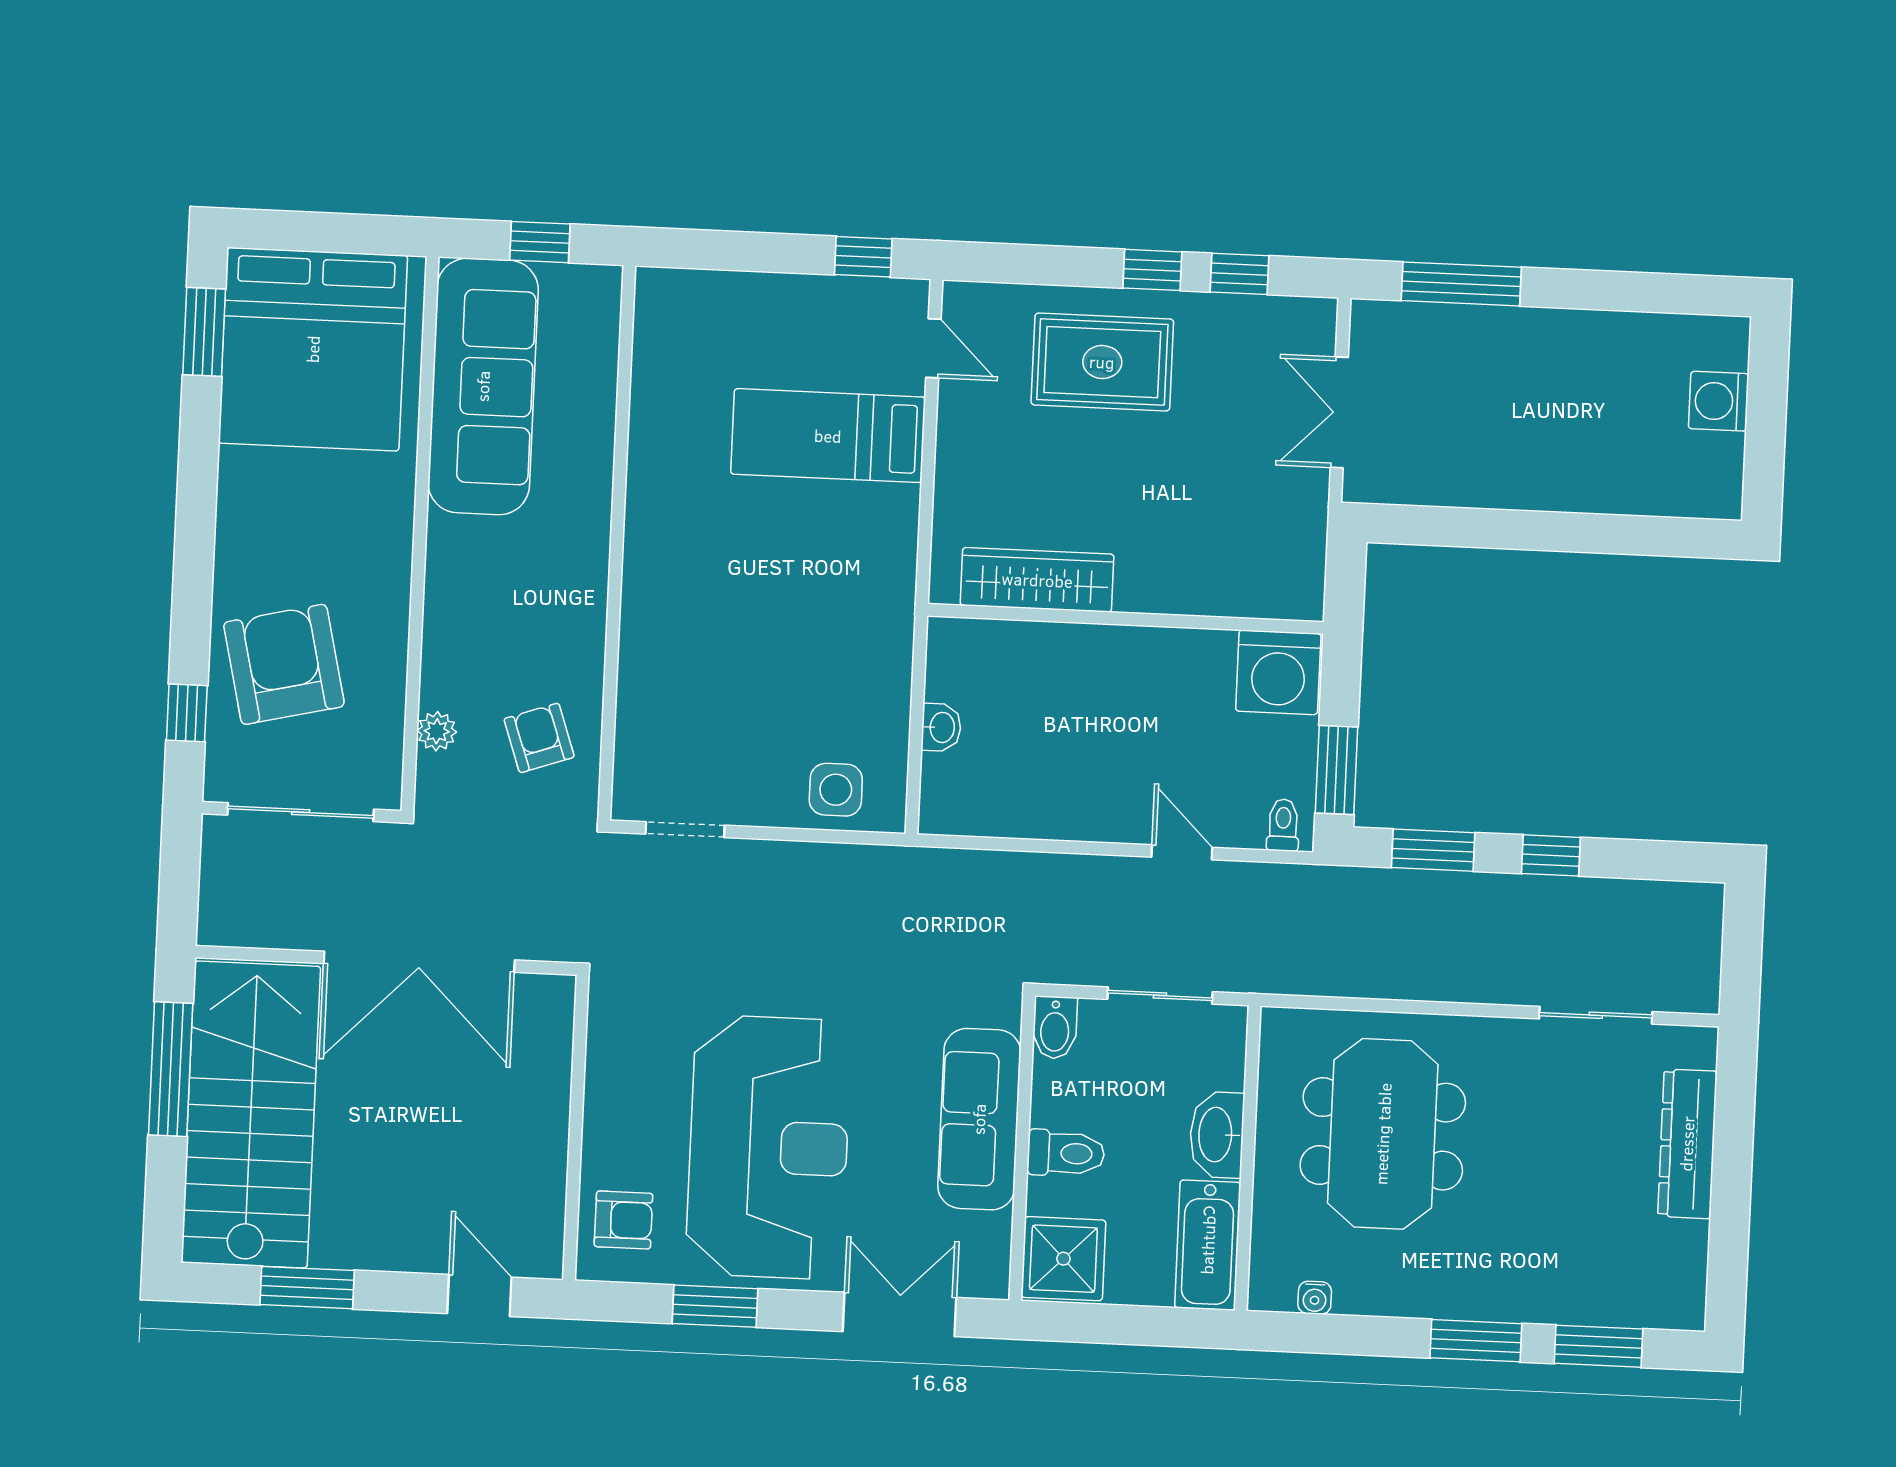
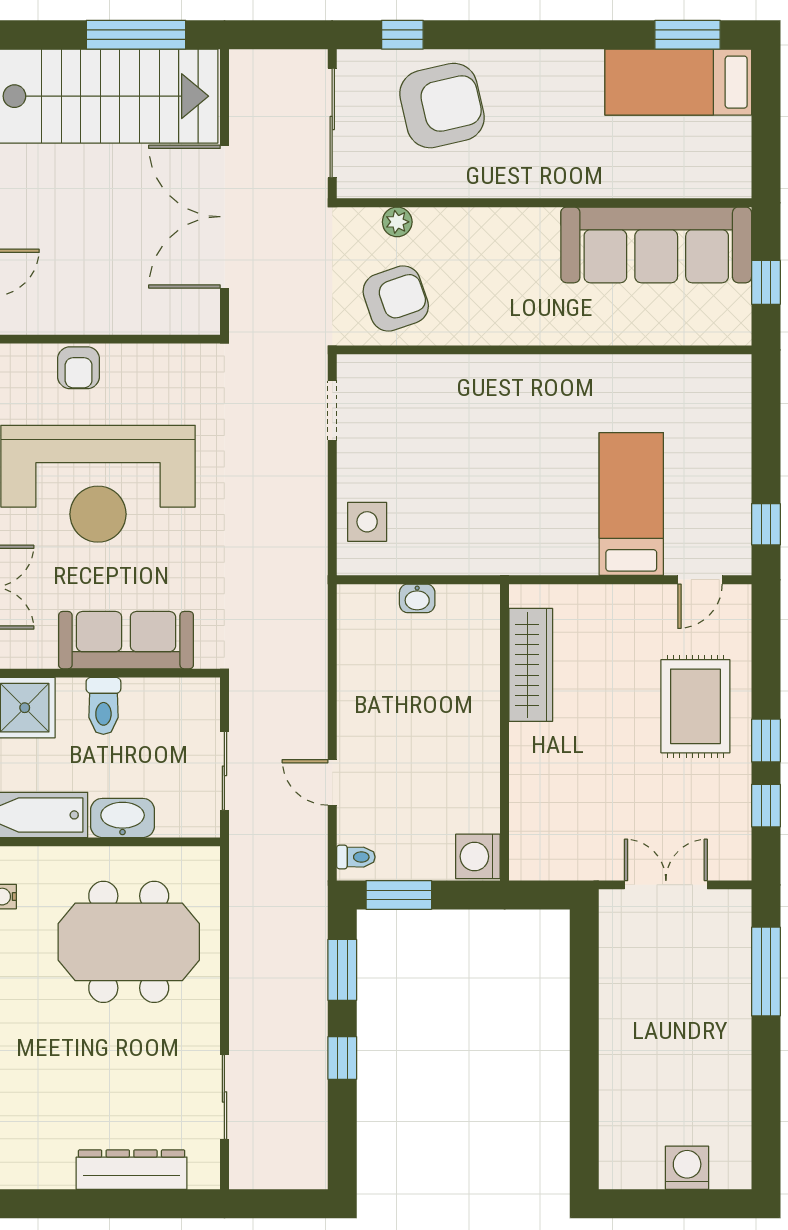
bed: (313, 349) -> (678, 82), width x0.49
washing machine: (1278, 672) -> (478, 856), width x0.73, depth x0.73
armchair: (539, 738) -> (396, 299), width x1.38, depth x1.38
door: (1182, 852) -> (332, 782), swing flipped
bidet: (1055, 1028) -> (197, 693), removed
armchair: (623, 1220) -> (79, 368), moved

